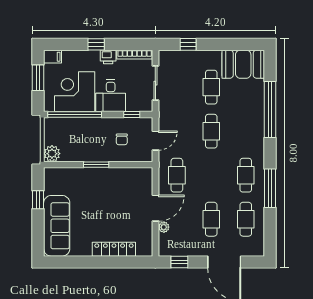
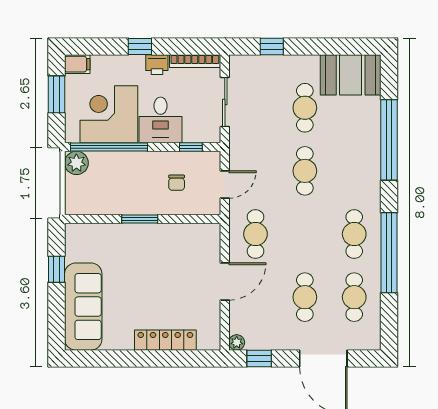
plant: (52, 154) -> (76, 163), moved
window: (270, 188) -> (389, 253), width x1.46
plant: (164, 227) -> (237, 342), moved

